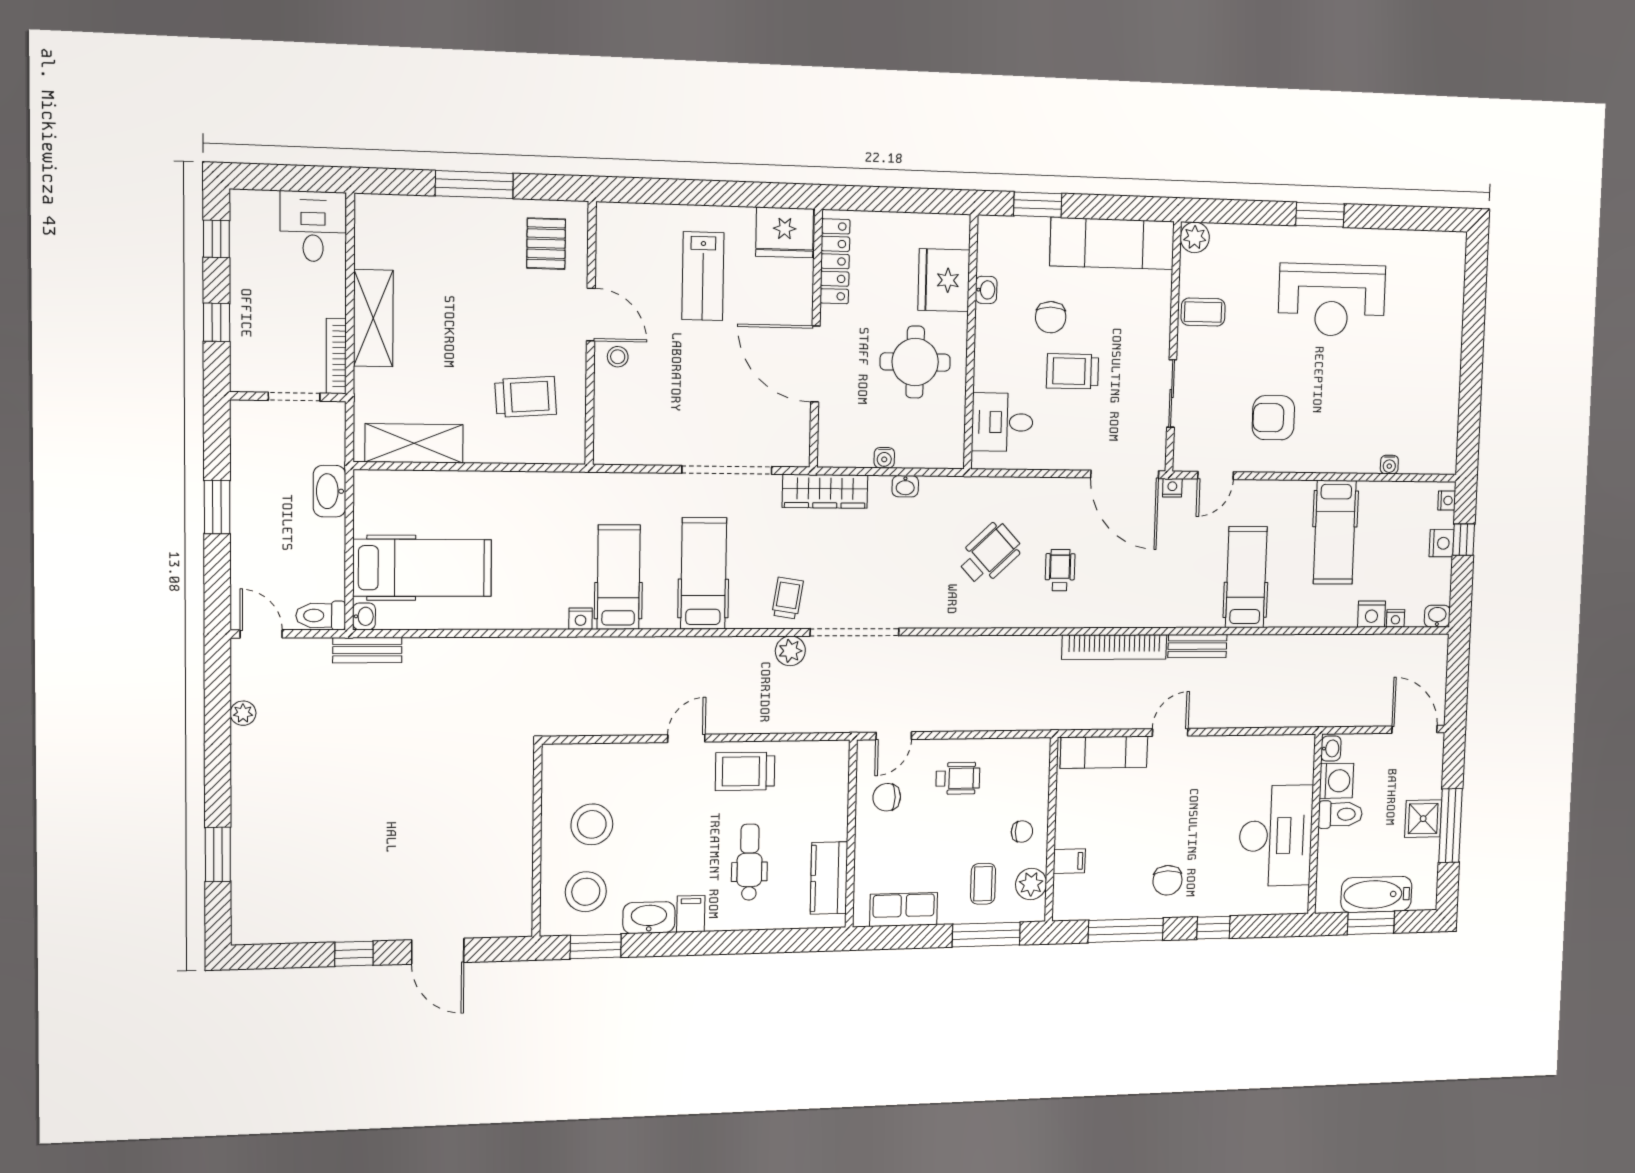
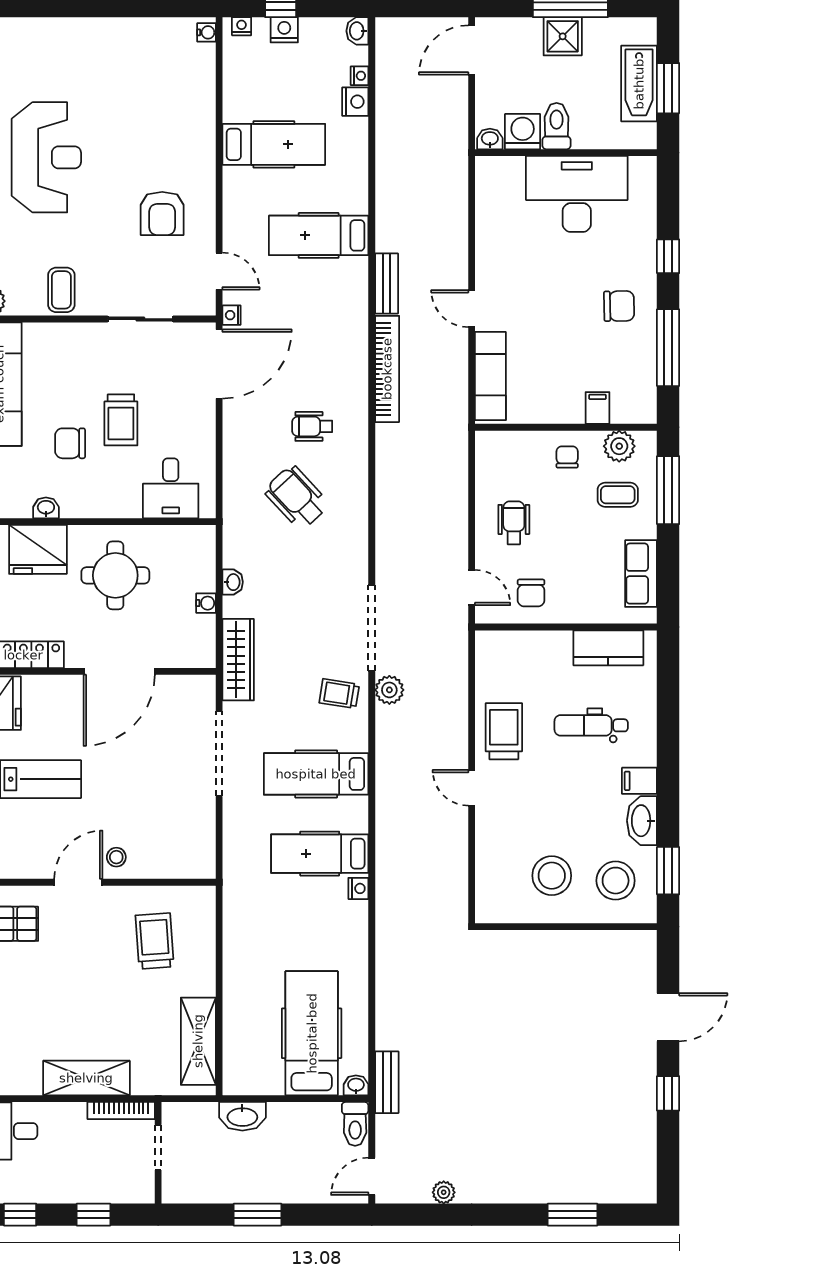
chair: (1051, 317) -> (70, 443), turned 180
water cooler: (1389, 465) -> (206, 32), moved
trolley: (745, 771) -> (504, 731), turned 180

